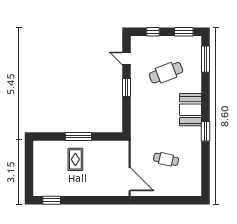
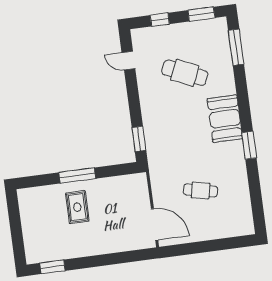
cafe table: (166, 73) -> (185, 73), turned 45
window: (126, 88) -> (139, 139), moved

